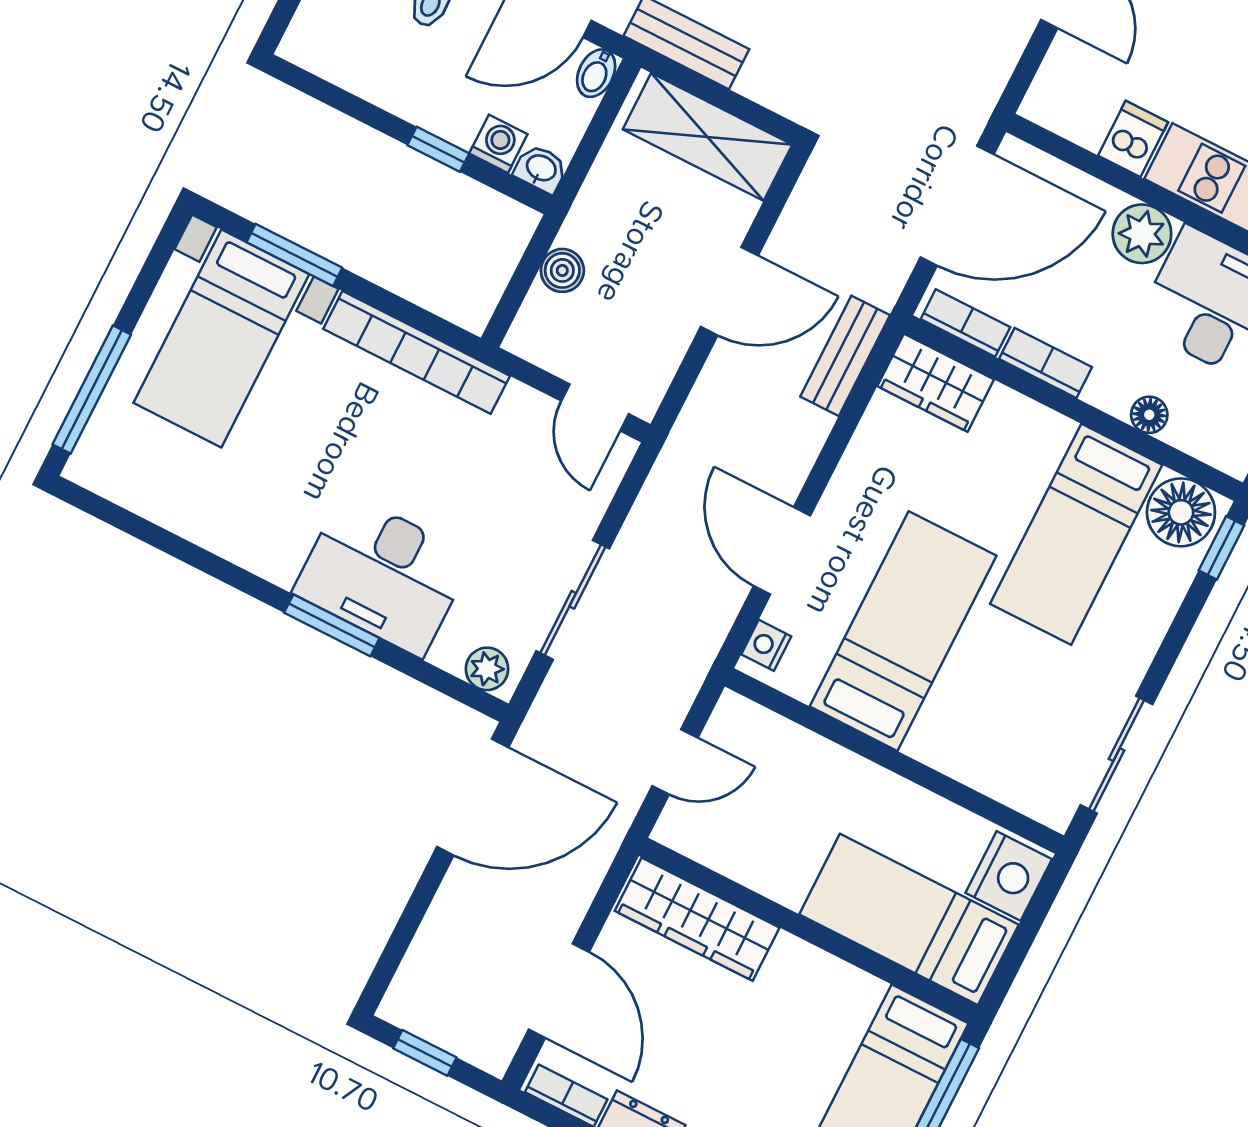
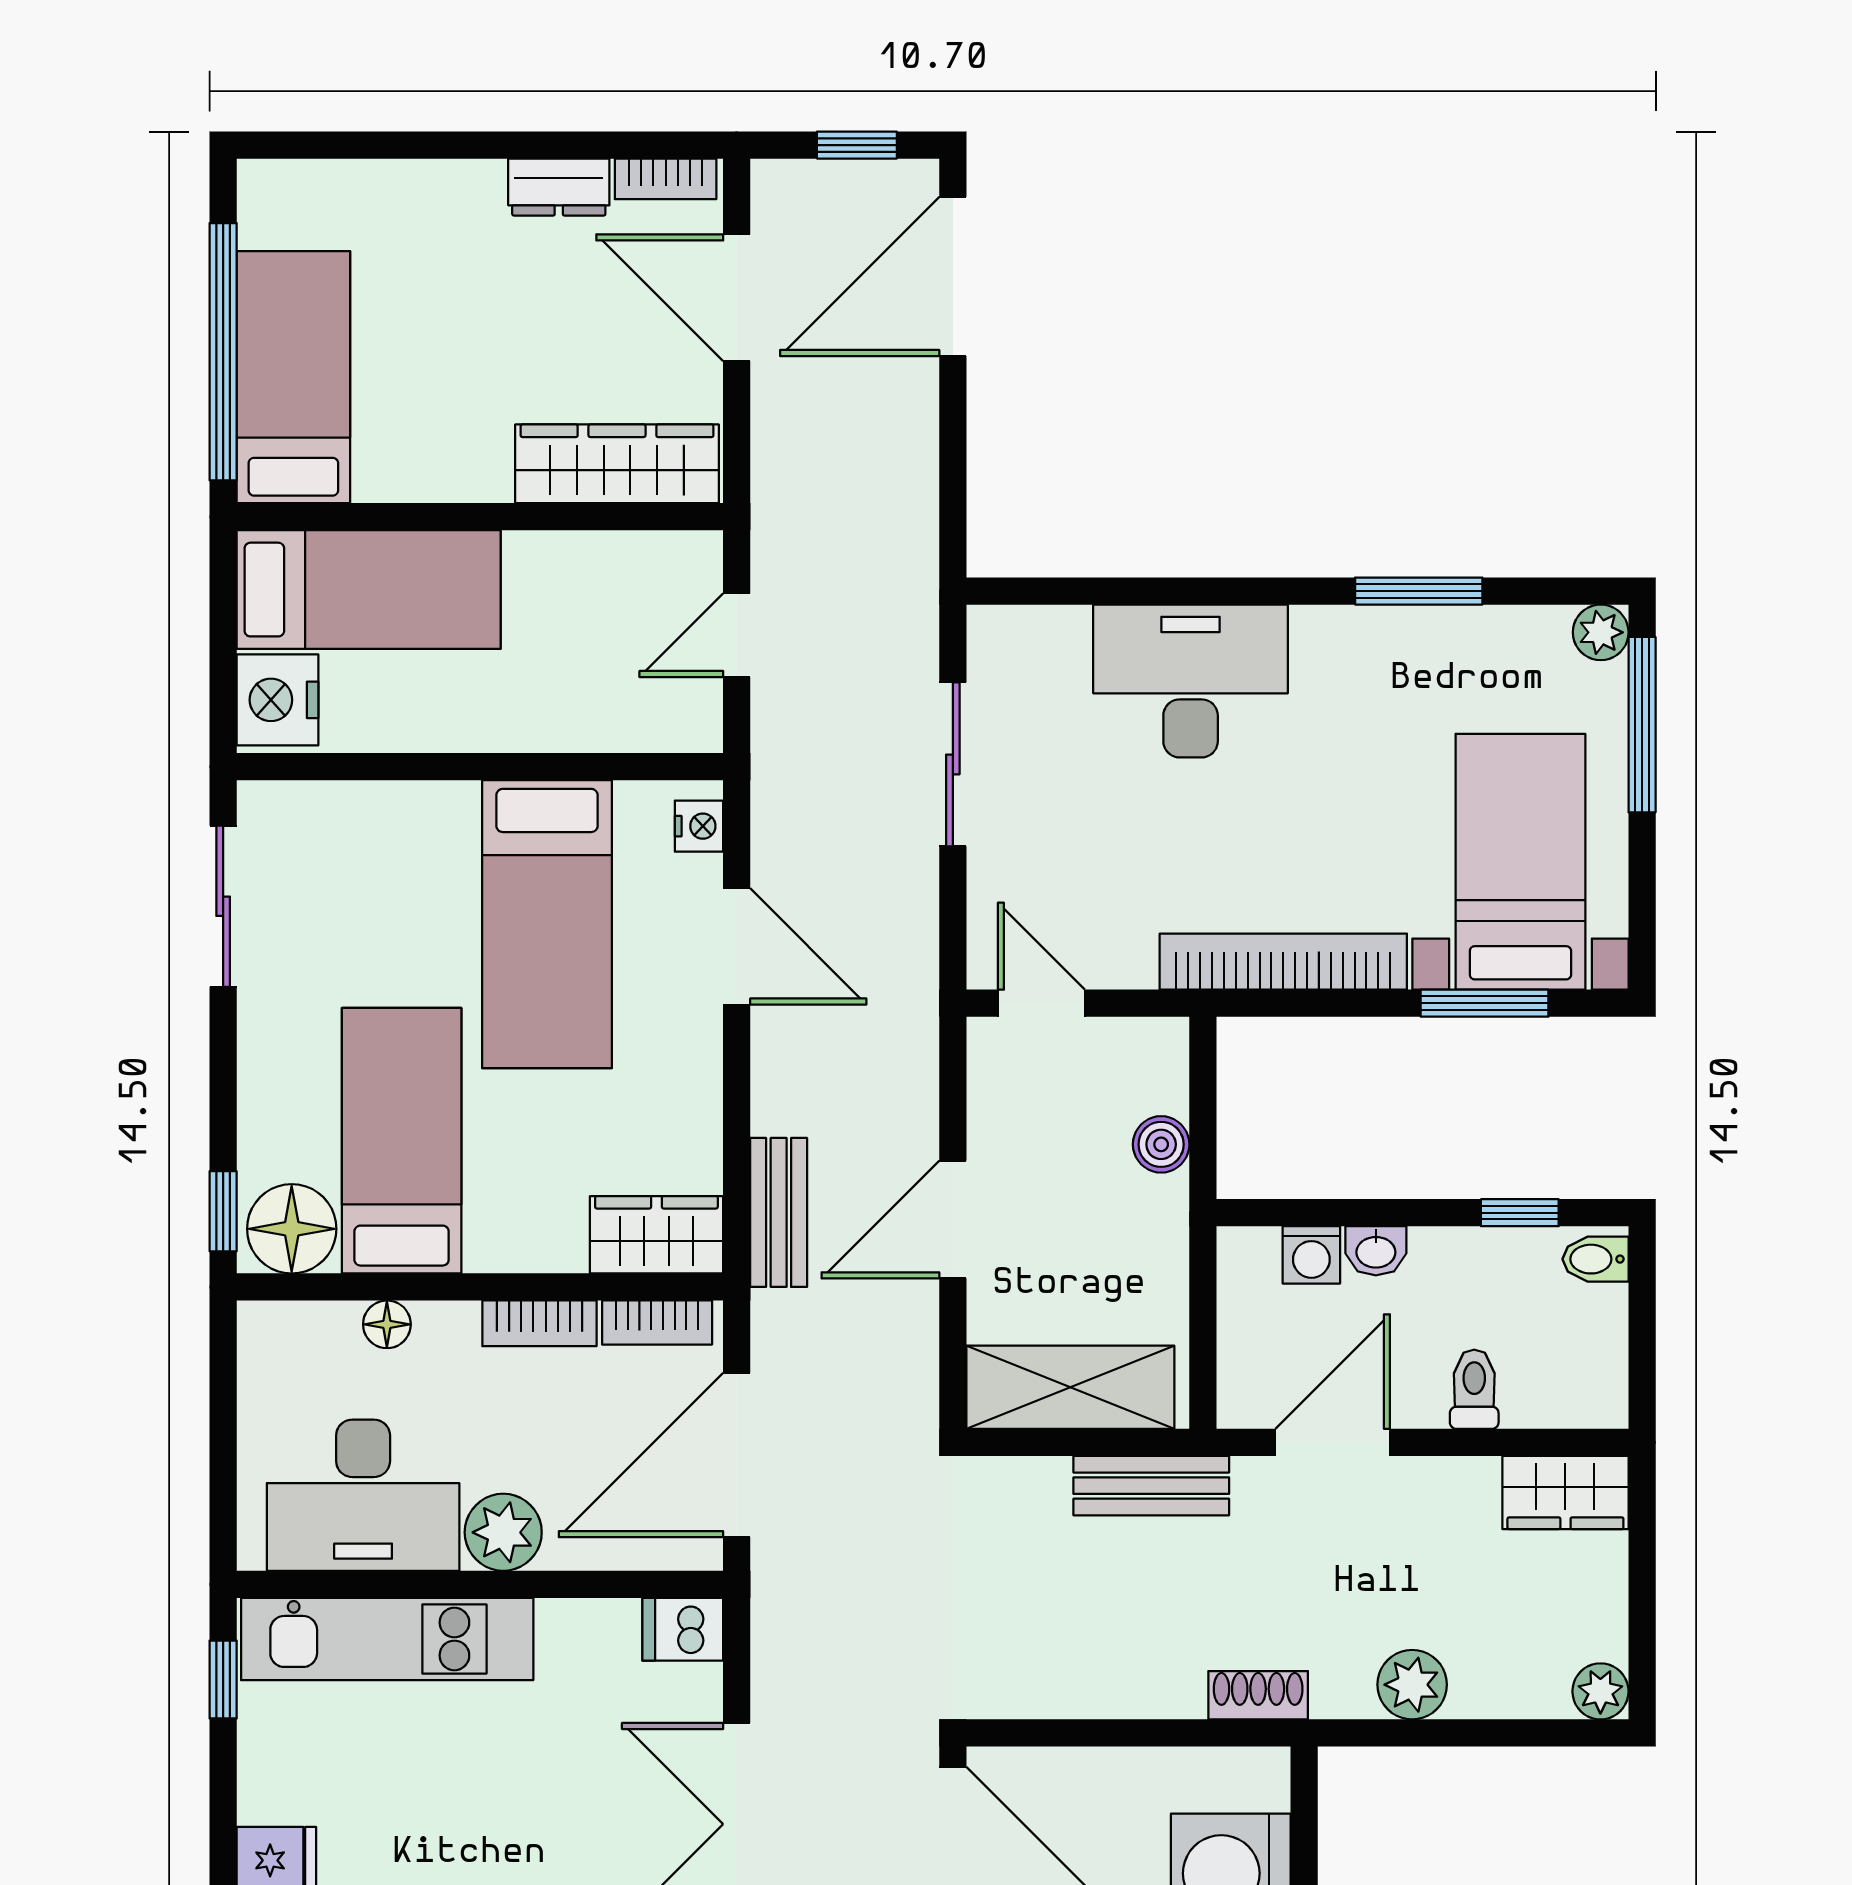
bidet: (596, 73) -> (1596, 1259), moved, turned -90
dishwasher: (1133, 139) -> (683, 1629), moved, turned 90
window: (438, 149) -> (1520, 1213), moved
washbasin: (541, 169) -> (1376, 1251), moved
window: (332, 625) -> (1419, 591), moved
plant: (487, 669) -> (1601, 632), moved
door: (473, 797) -> (953, 276), moved

